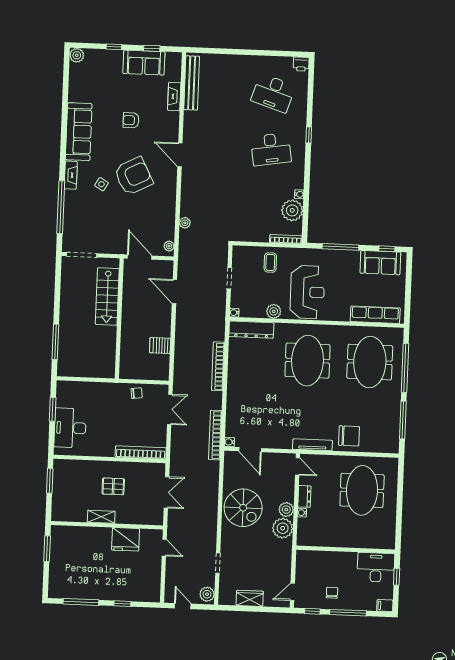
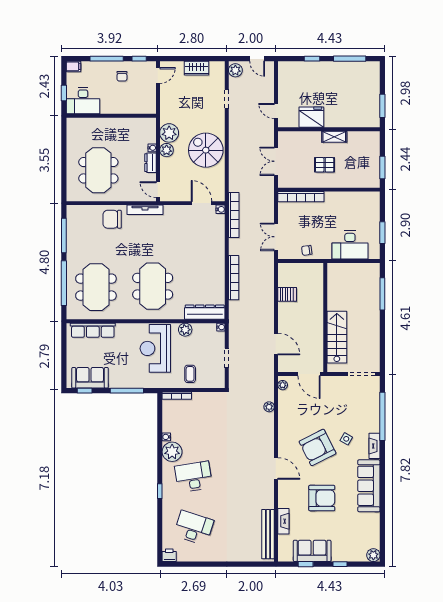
armchair: (131, 120) -> (322, 498), width x1.88, depth x1.88
plant: (292, 210) -> (172, 452), moved
desk: (70, 428) -> (350, 245), moved, turned 90

